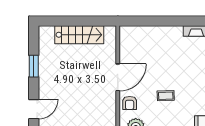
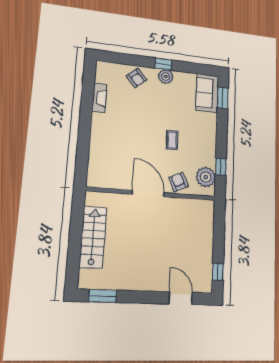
window: (34, 66) -> (103, 296), moved
armchair: (130, 103) -> (179, 182), turned -115

